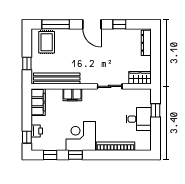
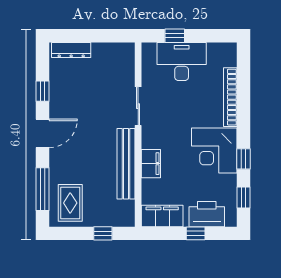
rug: (47, 42) -> (70, 203), turned 90
wardrobe: (140, 78) -> (125, 59), removed
bench: (57, 79) -> (126, 164), moved
desk: (139, 119) -> (182, 62), width x1.37
printer: (37, 131) -> (207, 214), width x1.87, depth x1.48
window: (27, 137) -> (196, 233), moved

